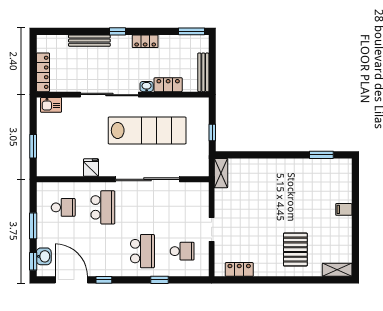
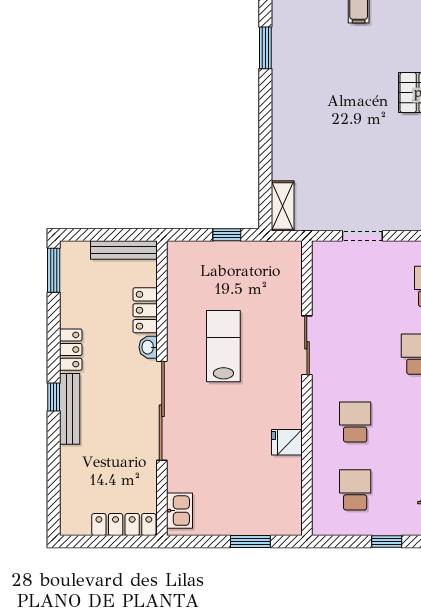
bench: (89, 41) -> (70, 409), moved
lab bench: (147, 130) -> (223, 346), width x0.54, depth x0.72
shelving: (221, 173) -> (283, 206), moved, turned 90
sliding door: (148, 179) -> (307, 345), width x0.54
school desk: (103, 207) -> (355, 422), width x0.54
window: (33, 226) -> (387, 541), width x0.67
doorway: (212, 229) -> (362, 236), moved

